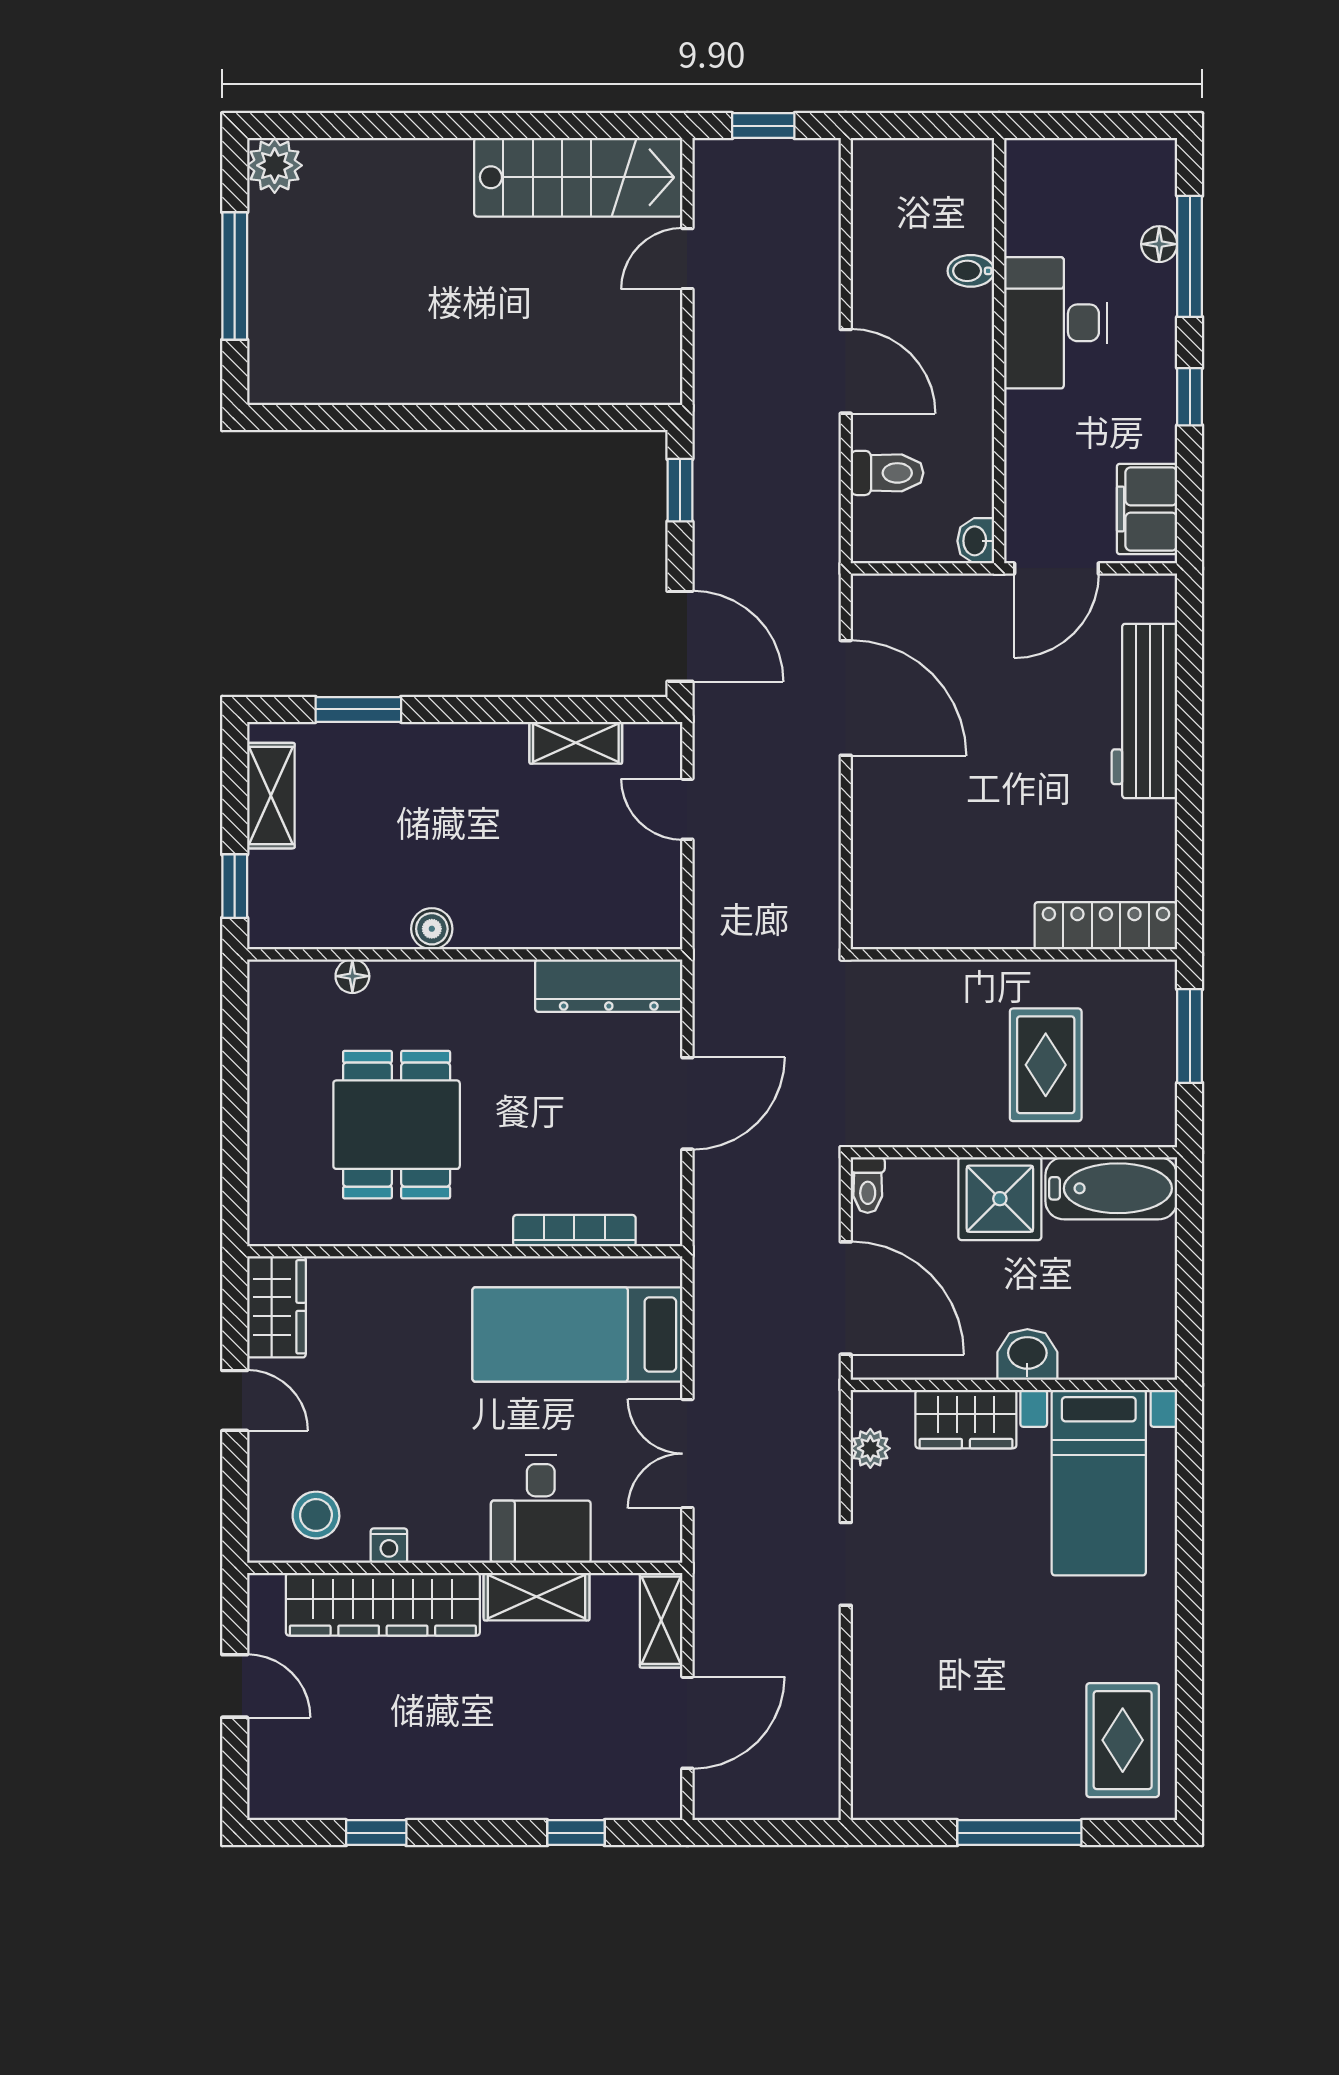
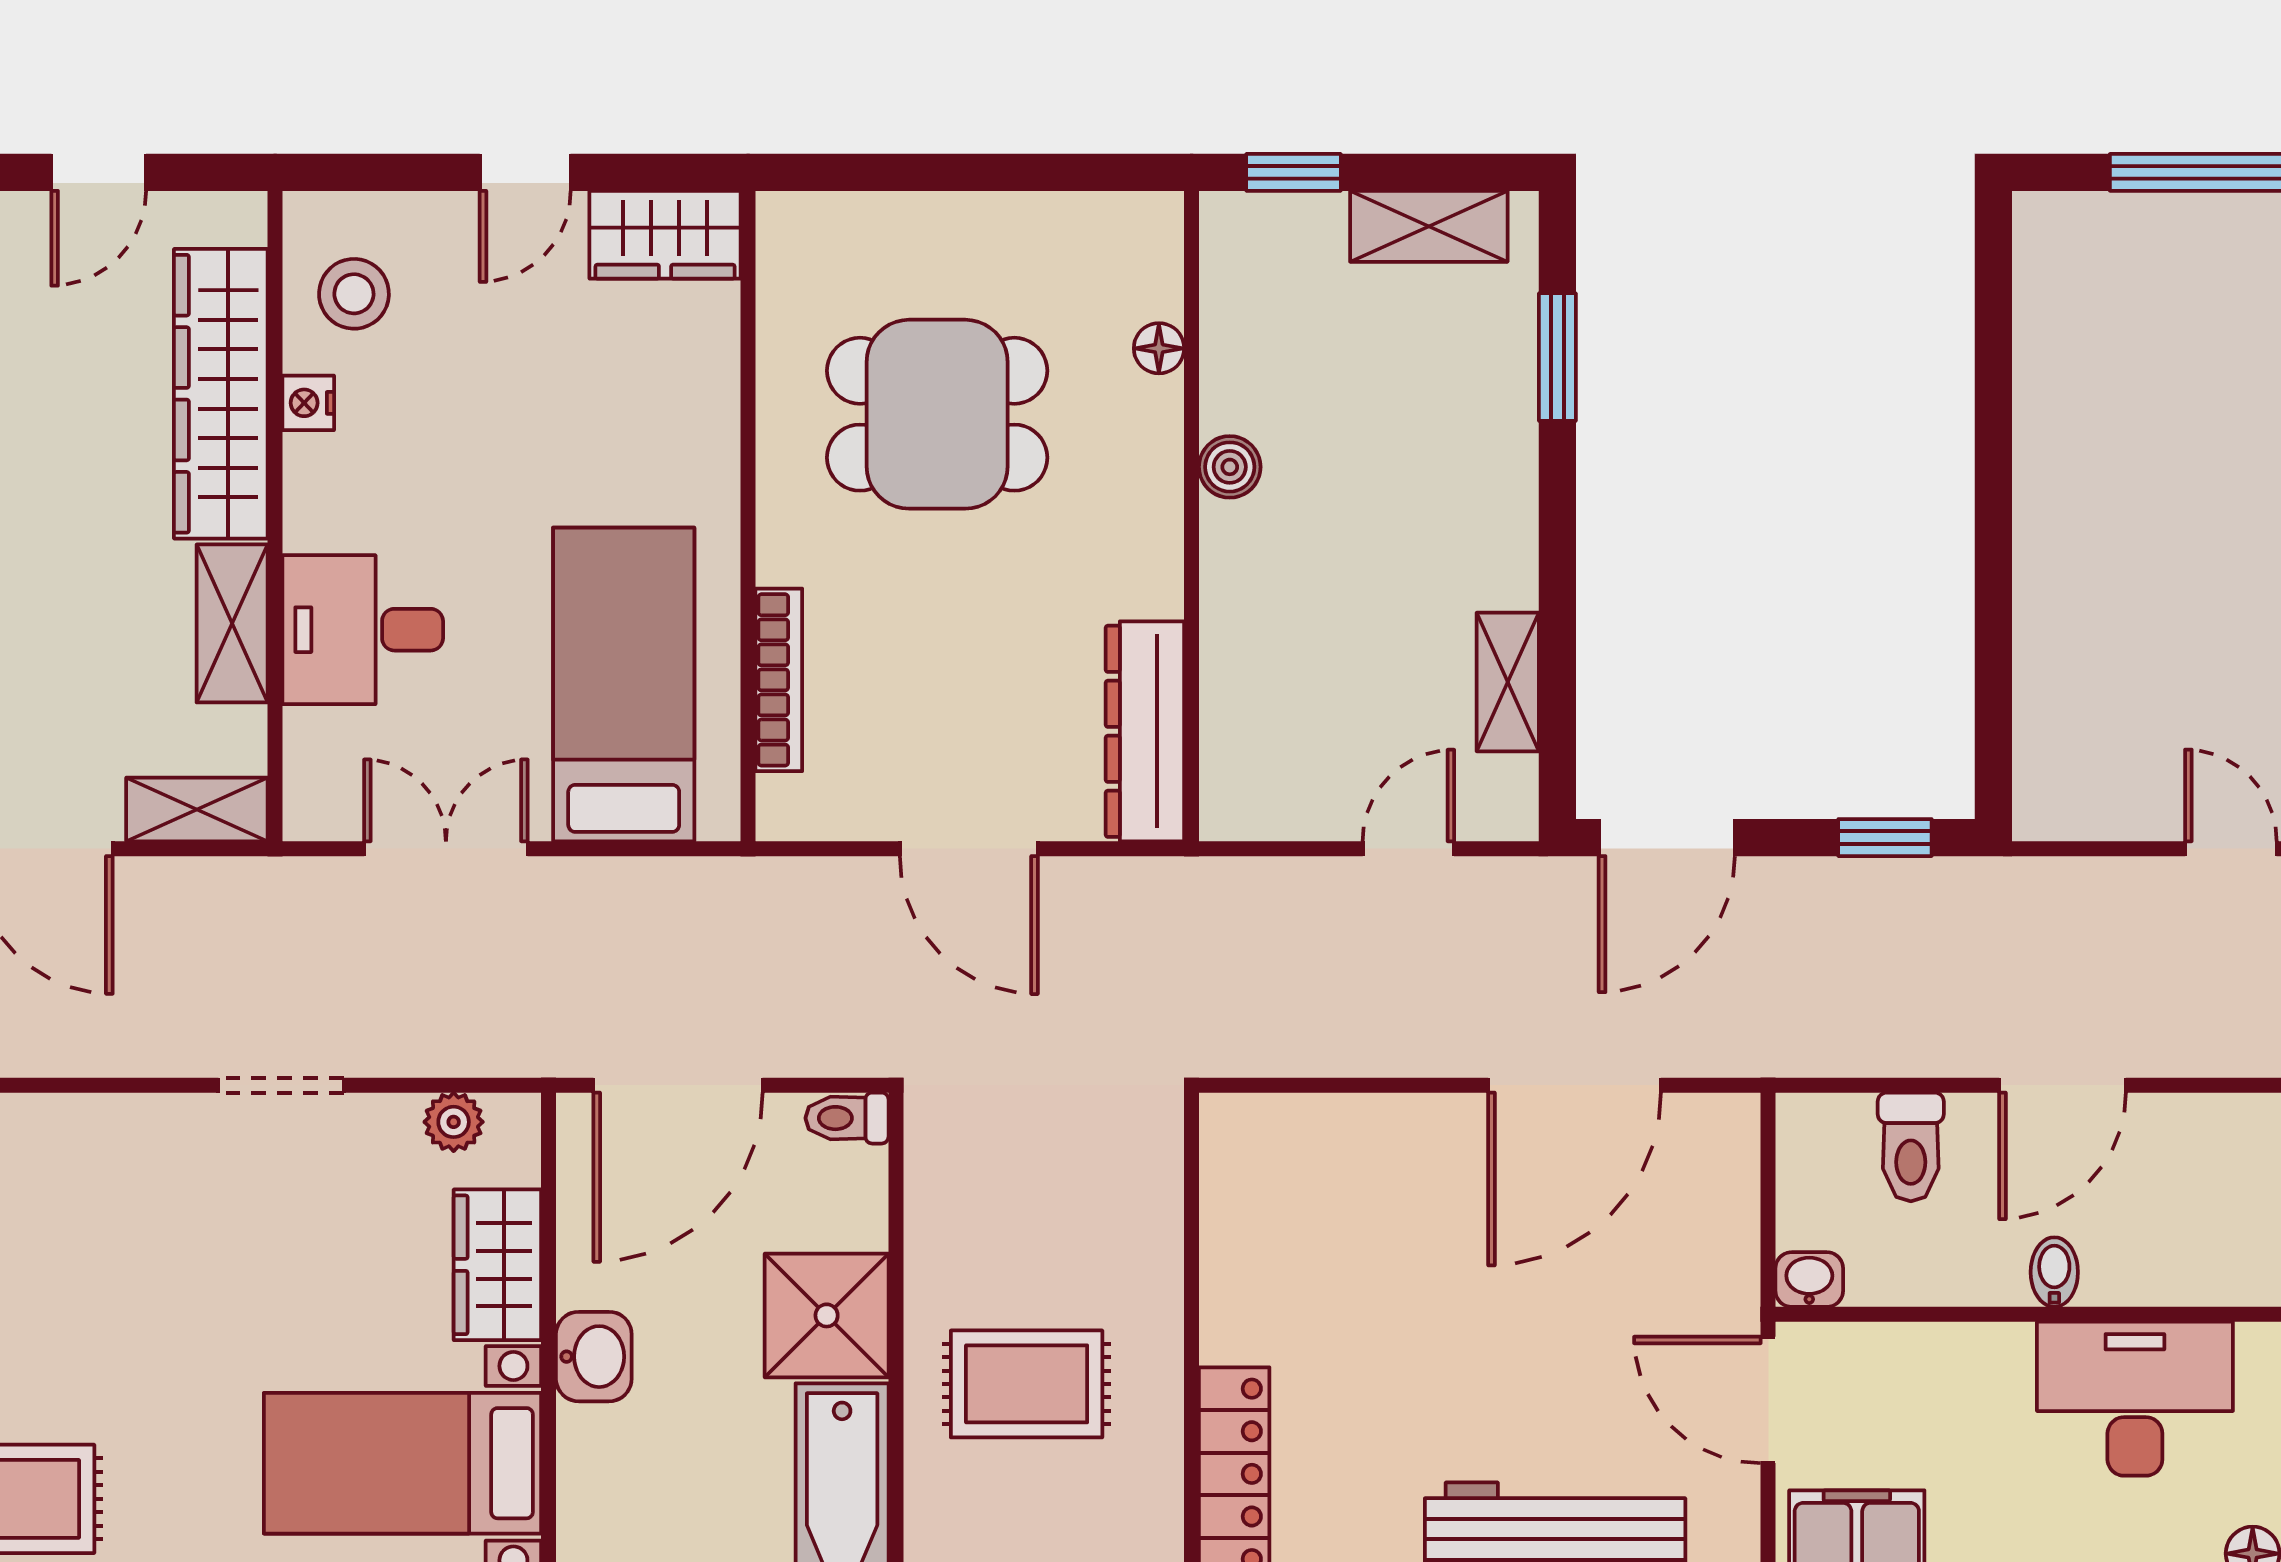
bidet: (971, 271) -> (2054, 1272), moved

